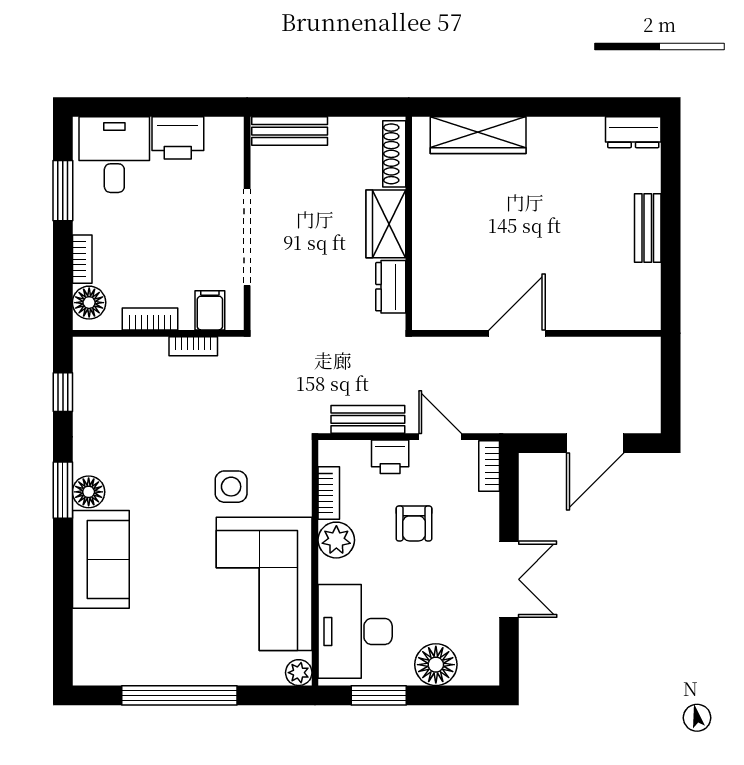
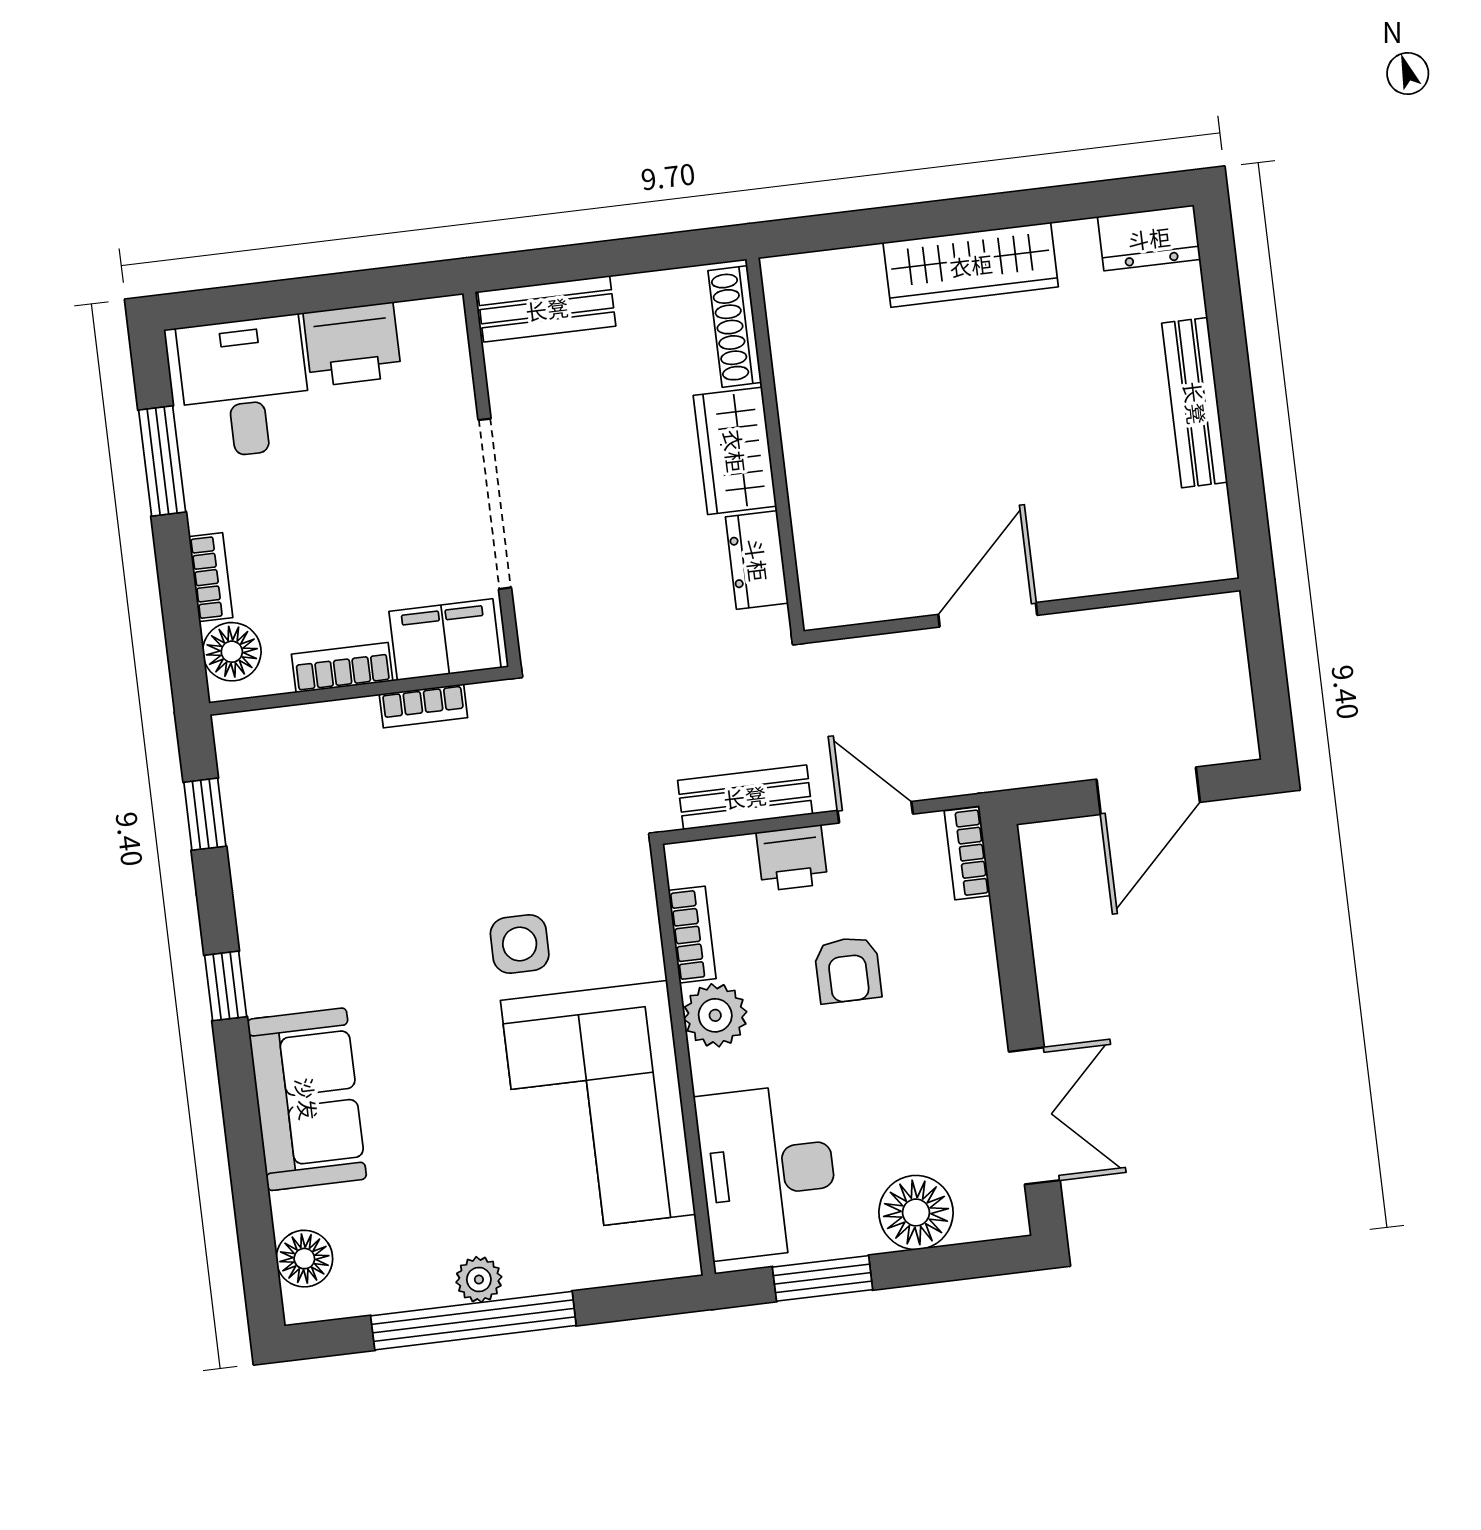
wardrobe: (478, 135) -> (971, 265), moved
bench: (648, 228) -> (1195, 403), width x1.36
filing cabinet: (210, 310) -> (445, 640), width x2.00
window: (63, 490) -> (226, 986), width x0.67
floor lamp: (89, 492) -> (304, 1259), moved
double door: (509, 579) -> (1034, 1116), moved
plant: (299, 673) -> (479, 1279), moved

